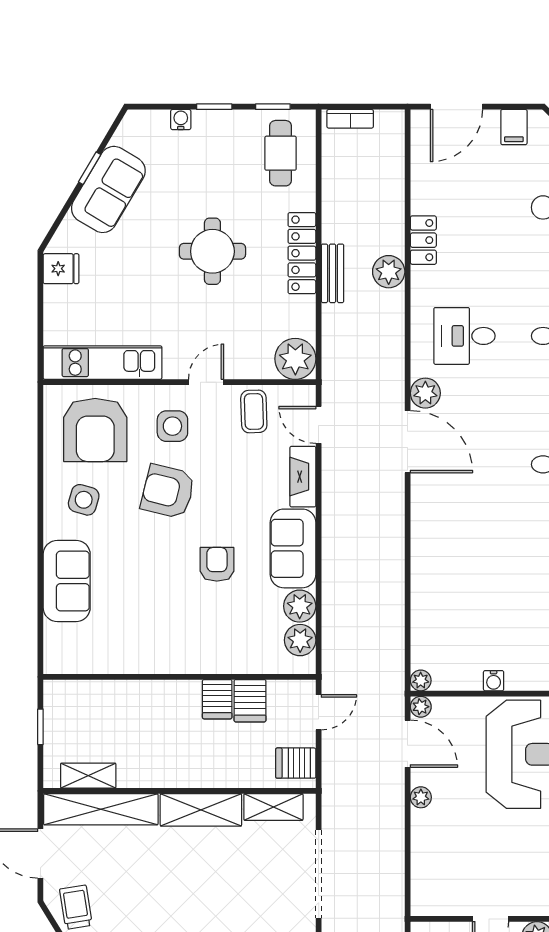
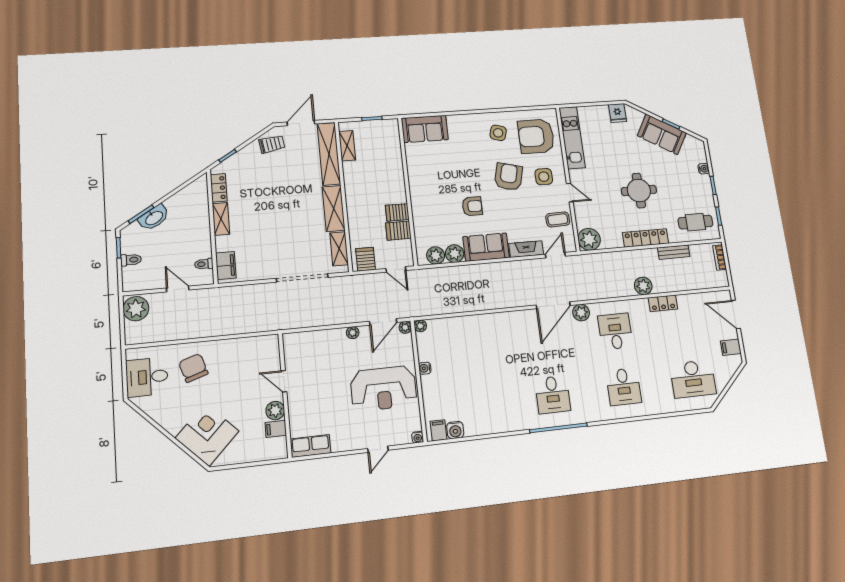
bench: (333, 273) -> (674, 252), moved
sofa: (67, 581) -> (425, 129), moved

